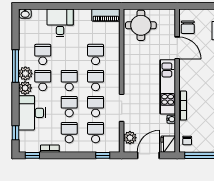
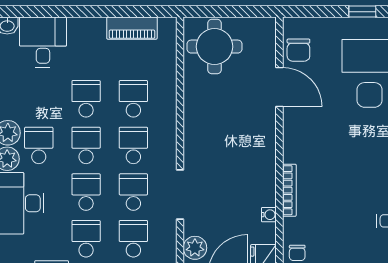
piano: (106, 15) -> (132, 28), moved
desk: (60, 23) -> (43, 42), moved
school desk: (43, 54) -> (86, 99), moved
kitchen unit: (168, 87) -> (262, 157), removed

